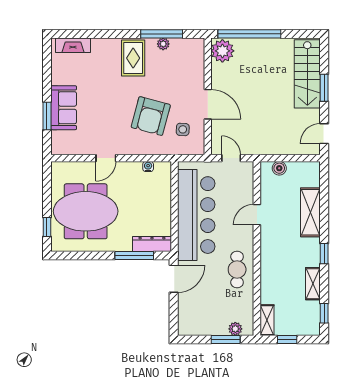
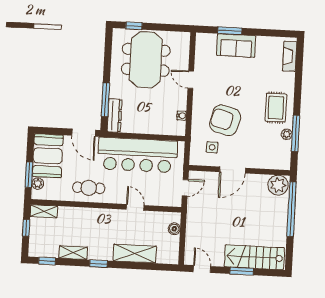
rug: (133, 58) -> (276, 108), turned 90
booth: (202, 319) -> (48, 156), added

